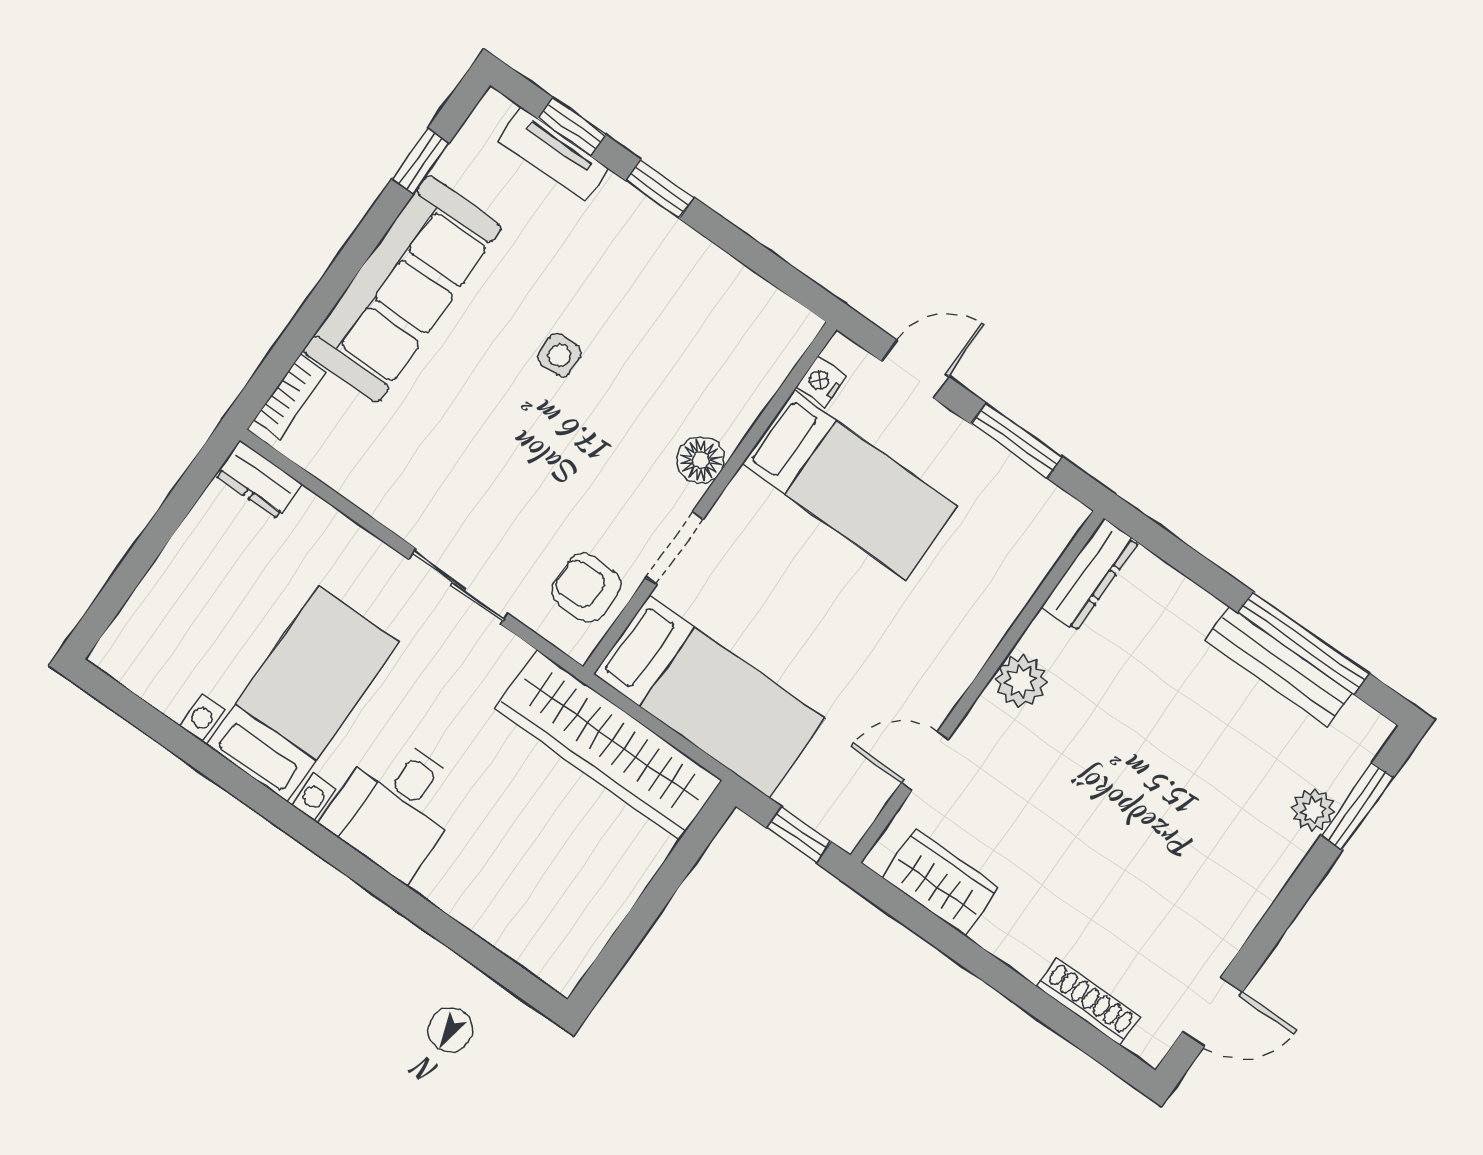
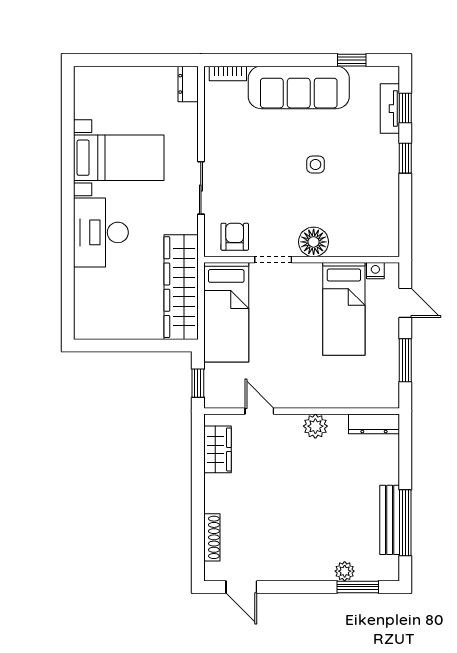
floor lamp: (701, 460) -> (314, 242), width x1.38, depth x1.38
desk: (396, 807) -> (101, 232), width x1.37

